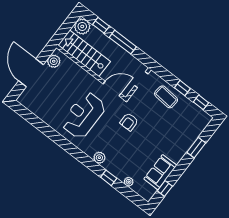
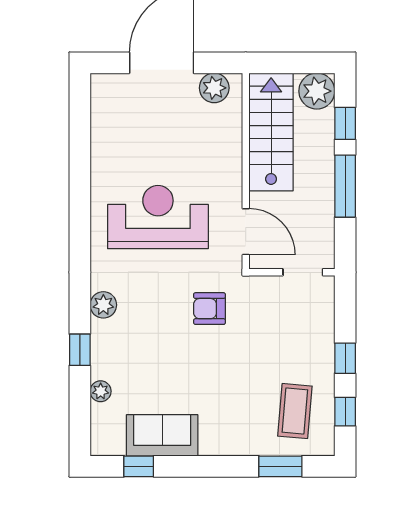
coffee table: (166, 97) -> (295, 411), moved
window: (196, 148) -> (280, 466), moved

